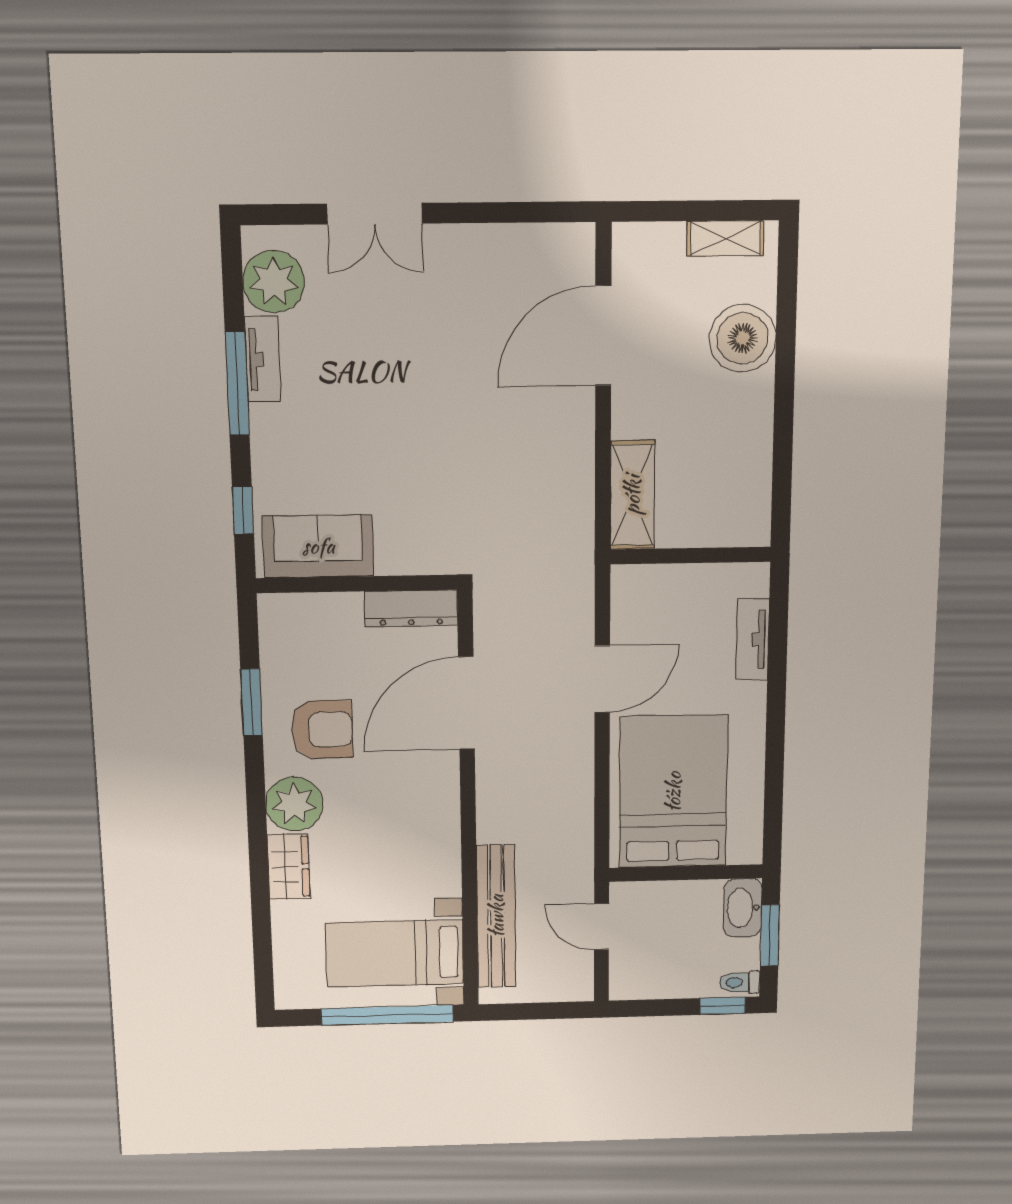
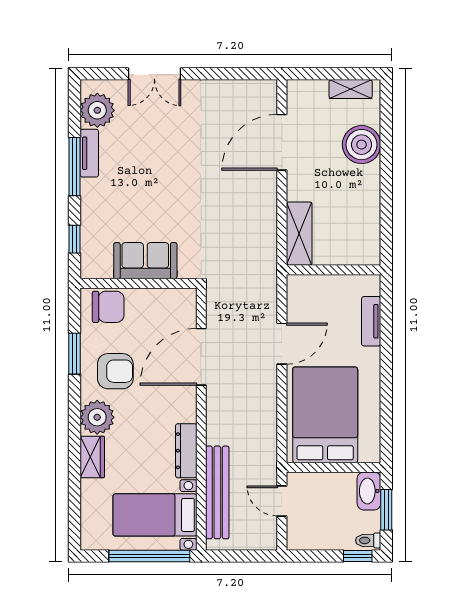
sofa: (318, 546) -> (145, 261), moved
dresser: (411, 608) -> (186, 451), moved, turned 90
chair: (306, 624) -> (108, 307), added

